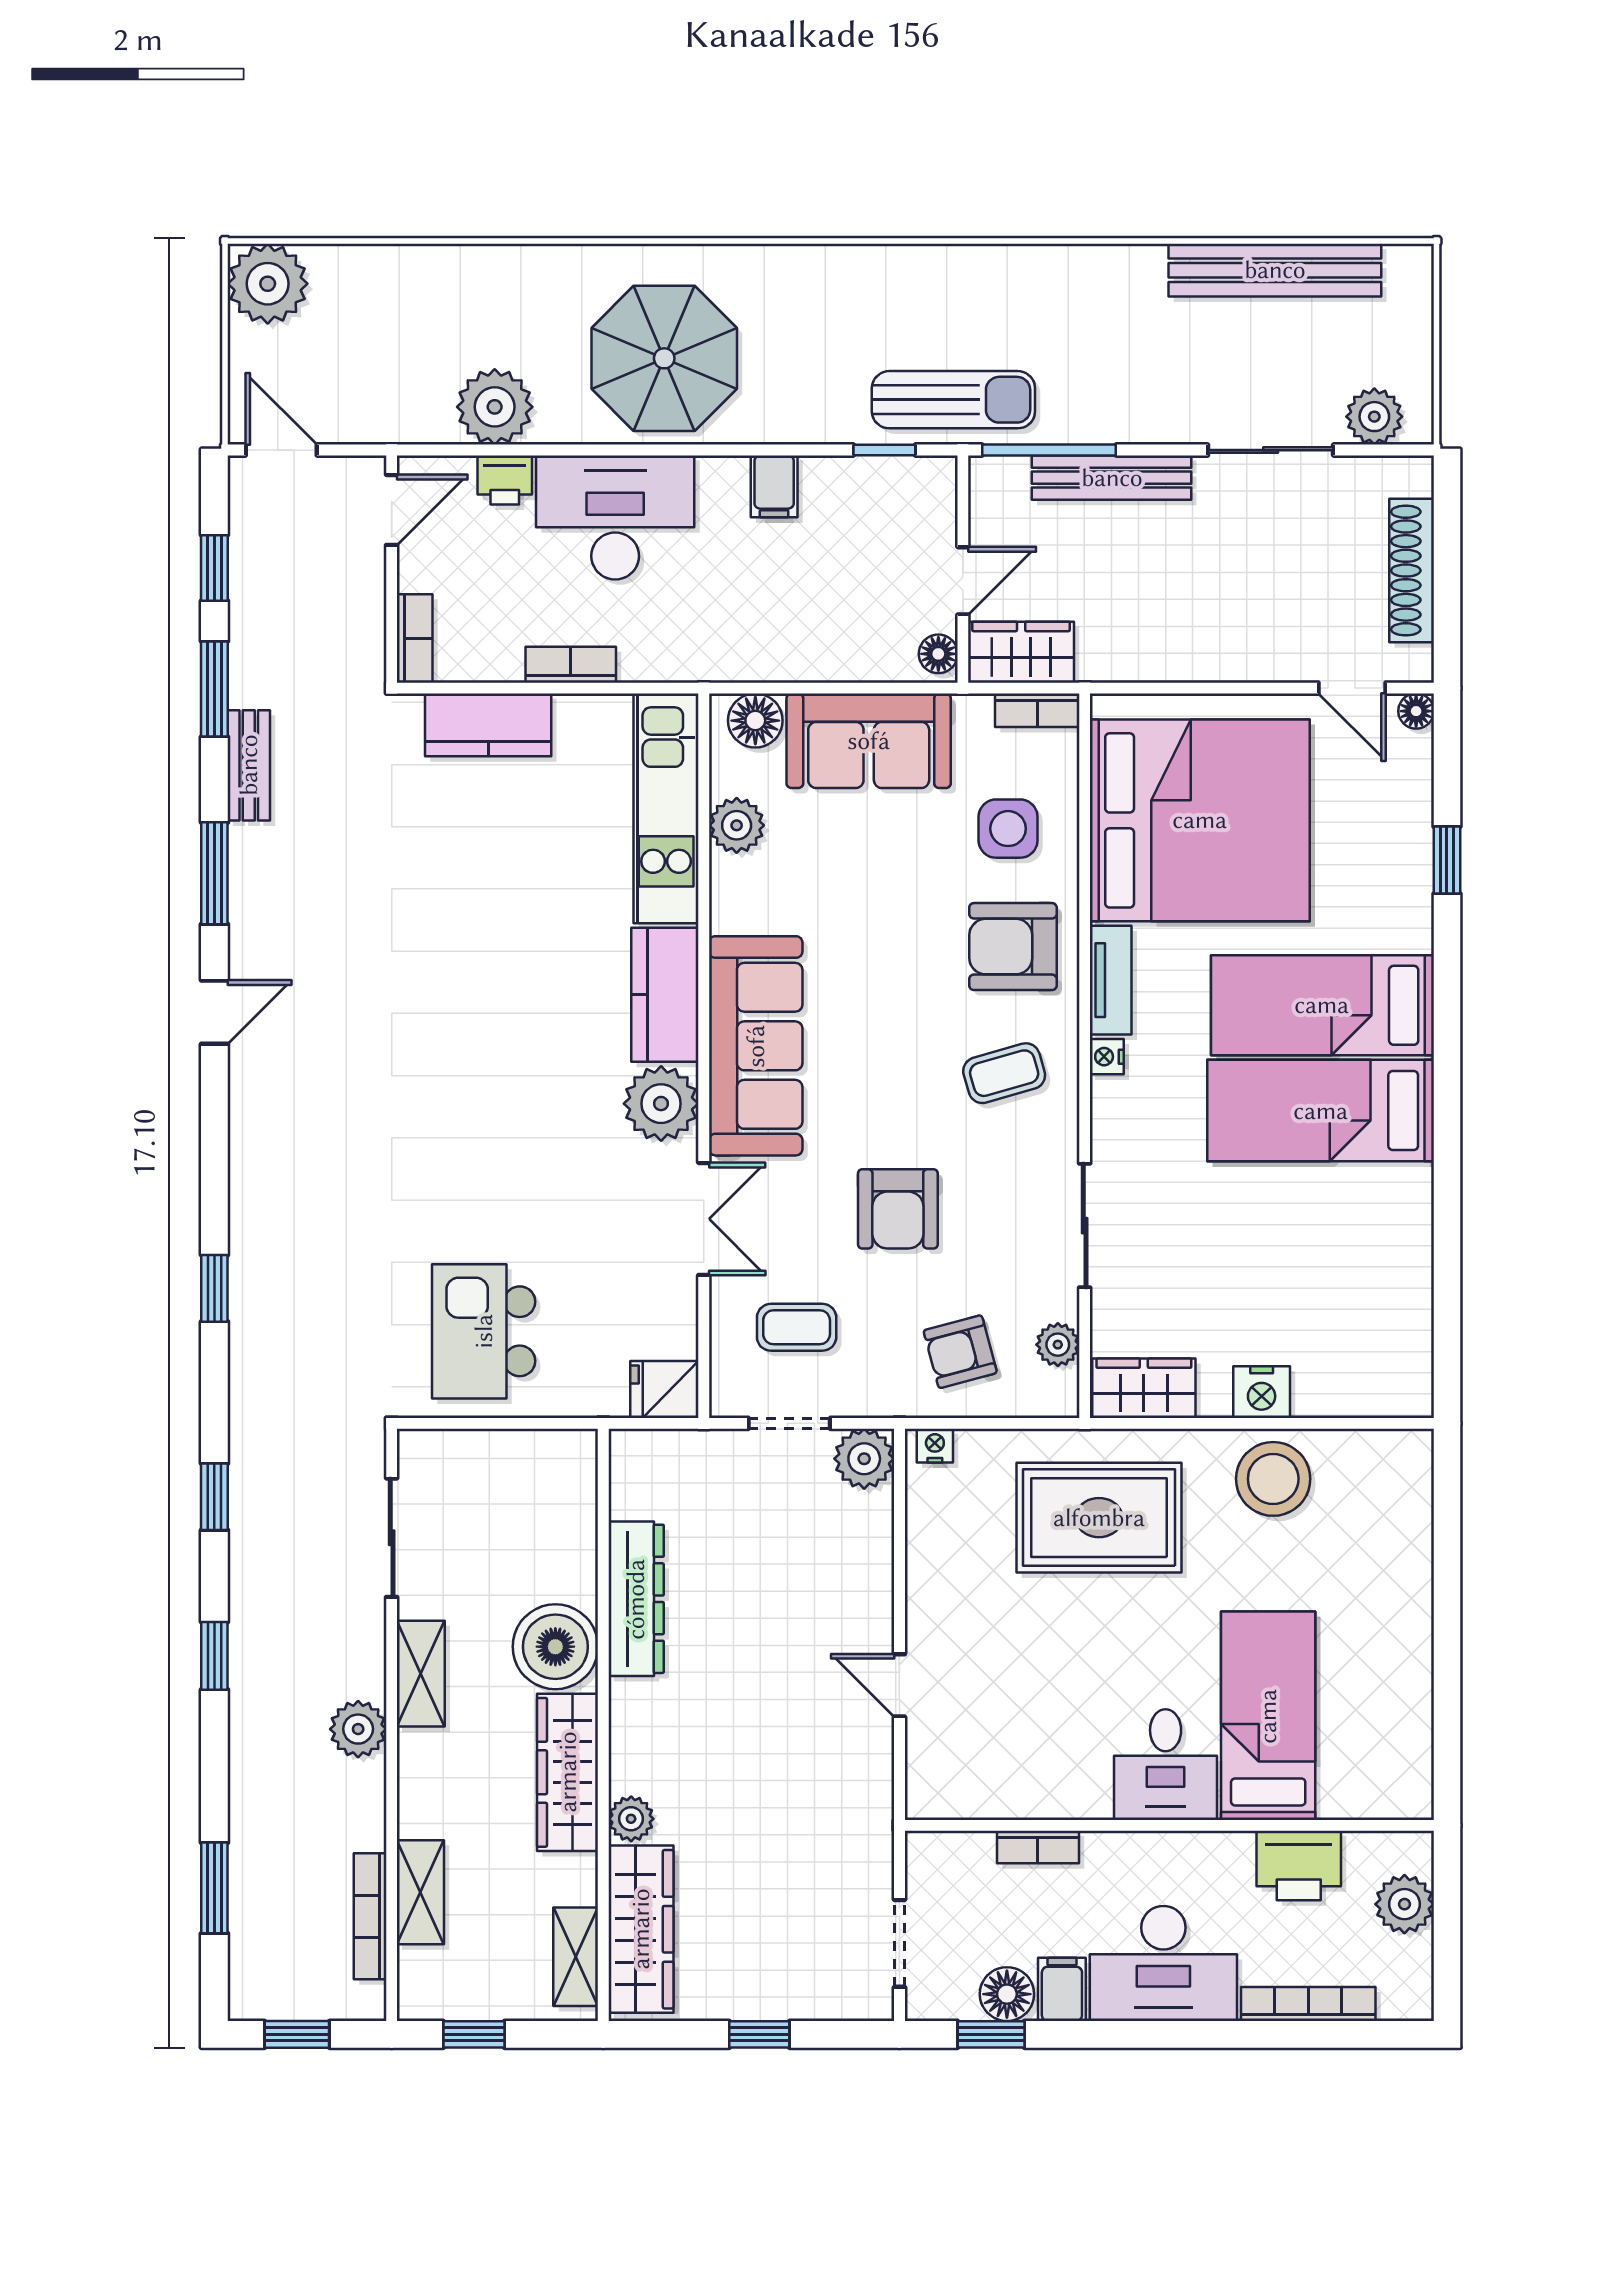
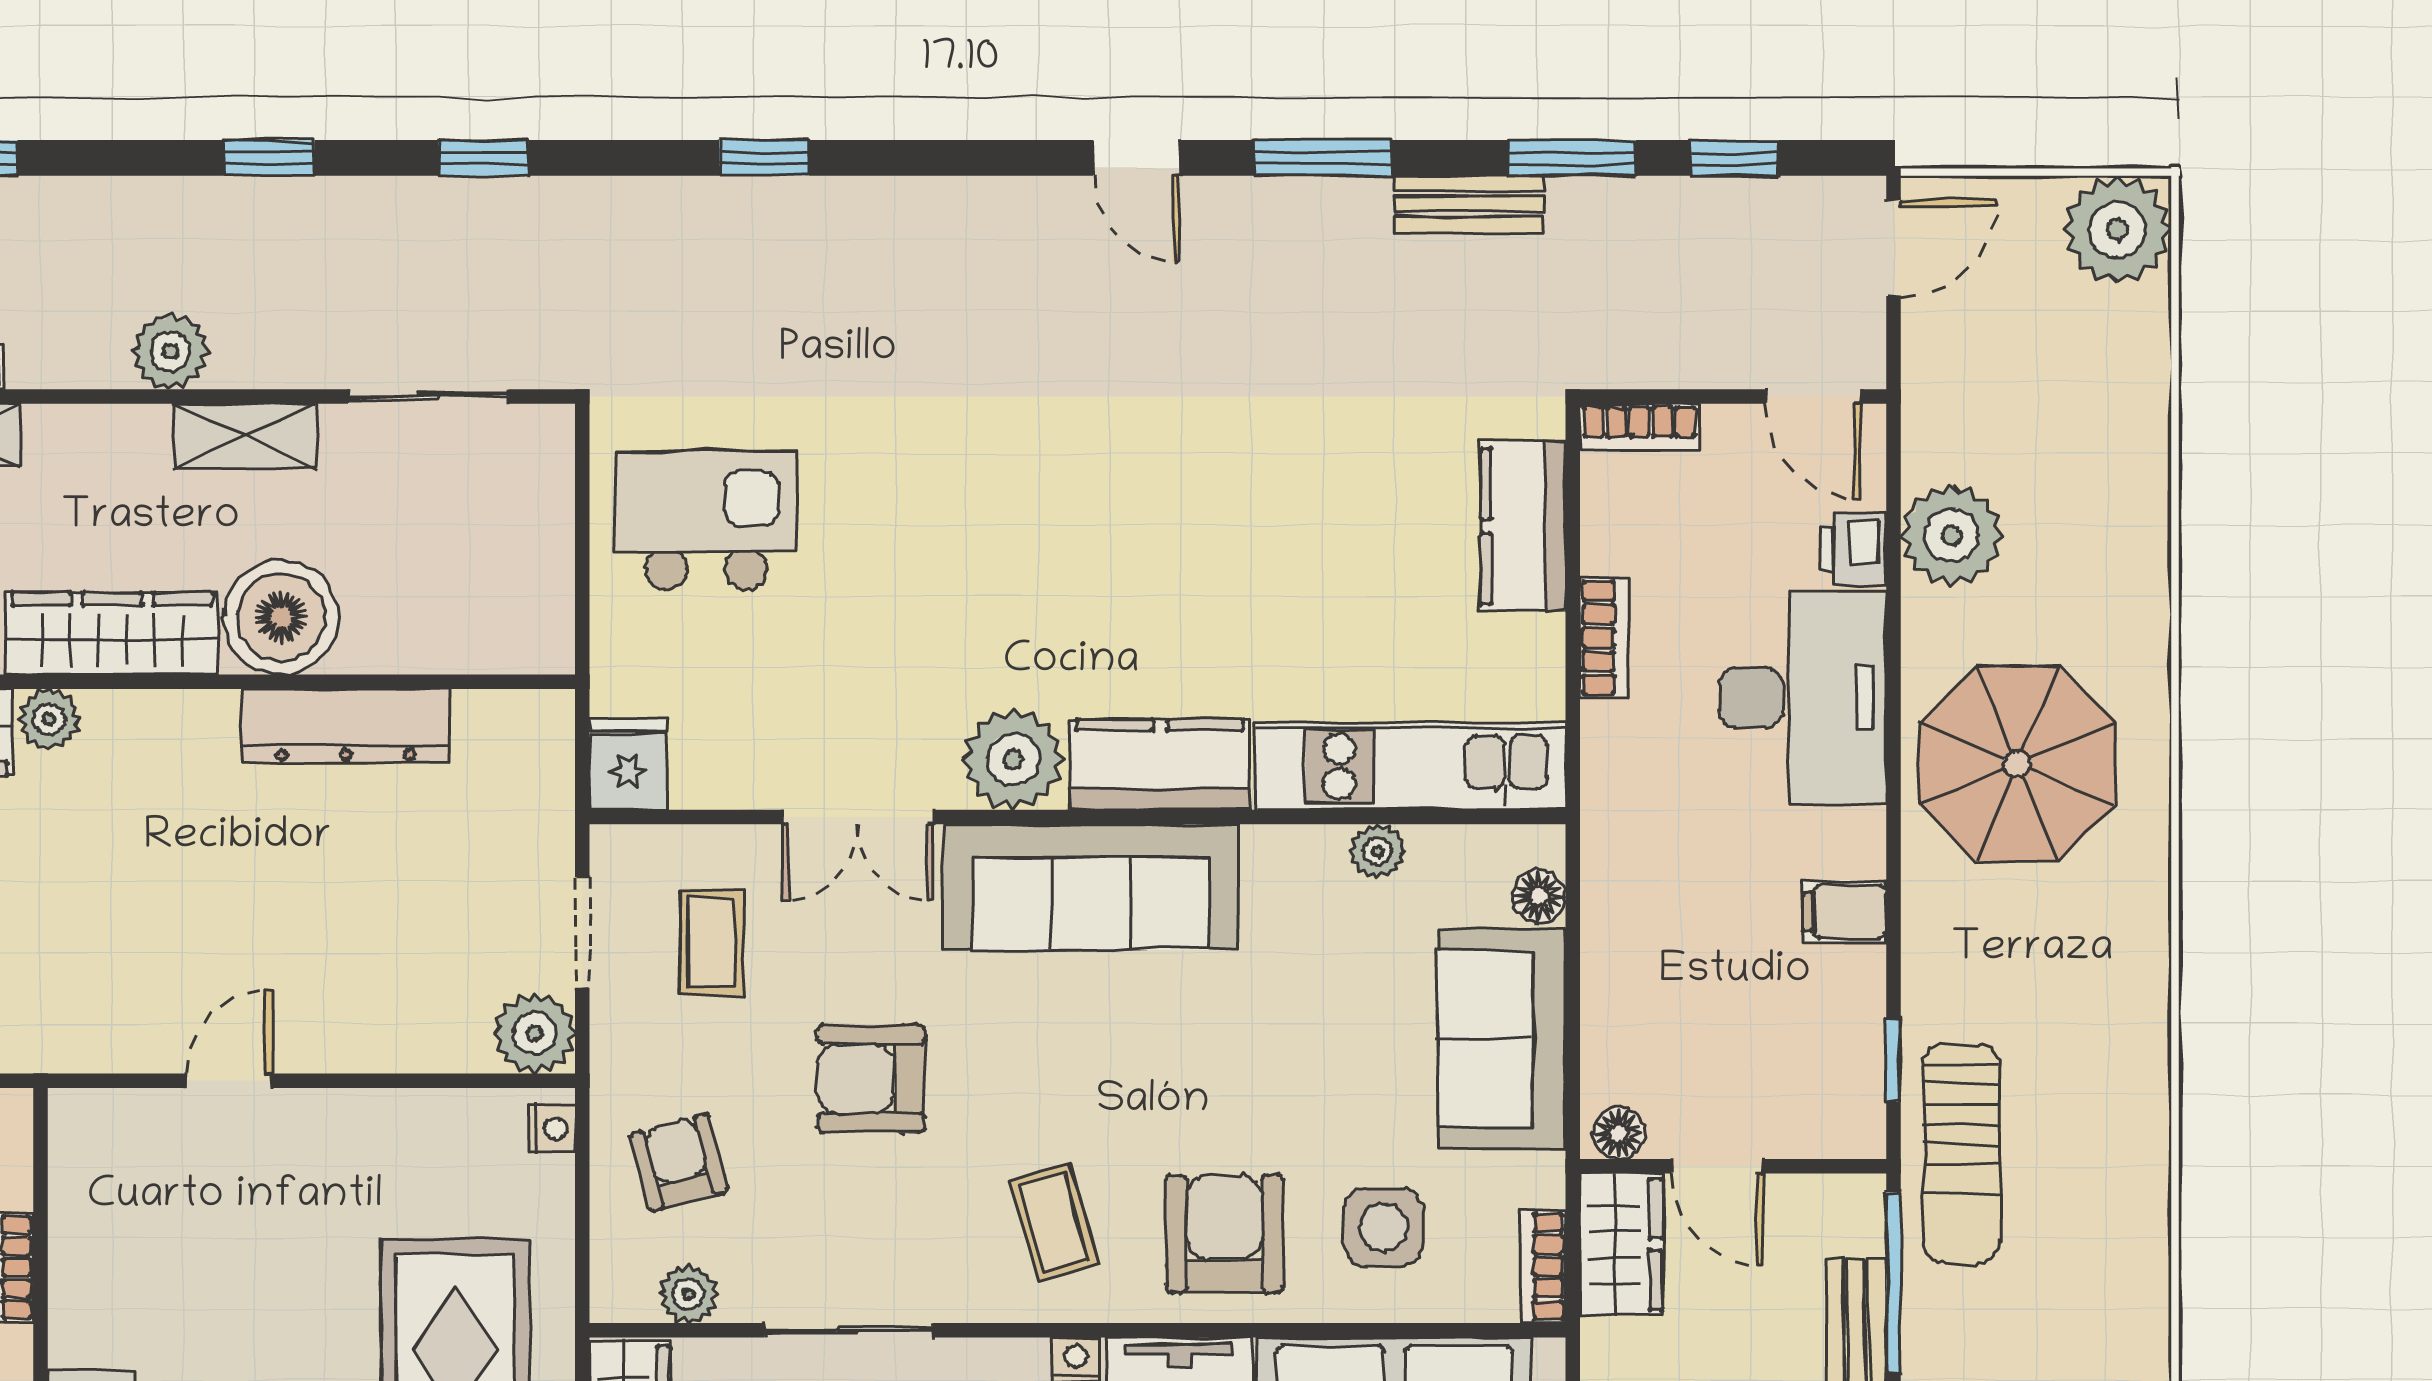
floor lamp: (755, 721) -> (1539, 896), width x0.73, depth x0.73
plant: (737, 825) -> (1378, 851), width x0.73, depth x0.73

